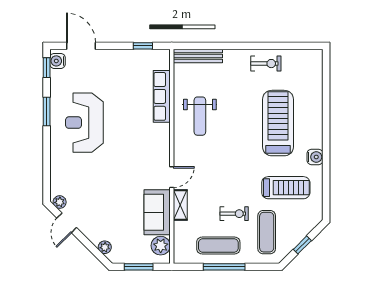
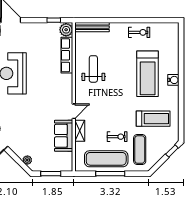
weight bench: (200, 116) -> (93, 69), turned 180
treadmill: (278, 123) -> (148, 74), turned 180
water cooler: (315, 157) -> (173, 80), moved
exercise mat: (218, 245) -> (106, 159), width x1.36, depth x1.45
window: (302, 245) -> (172, 151), moved
plant: (161, 246) -> (66, 30), moved

